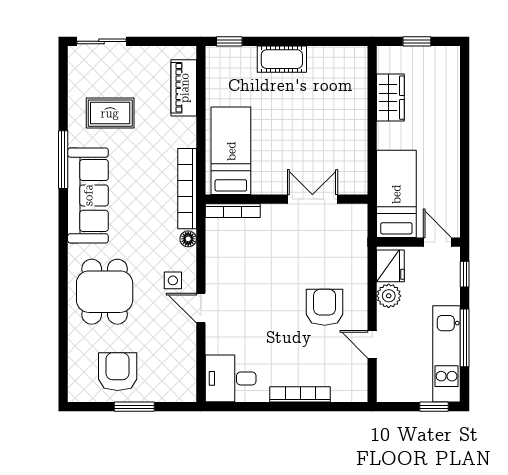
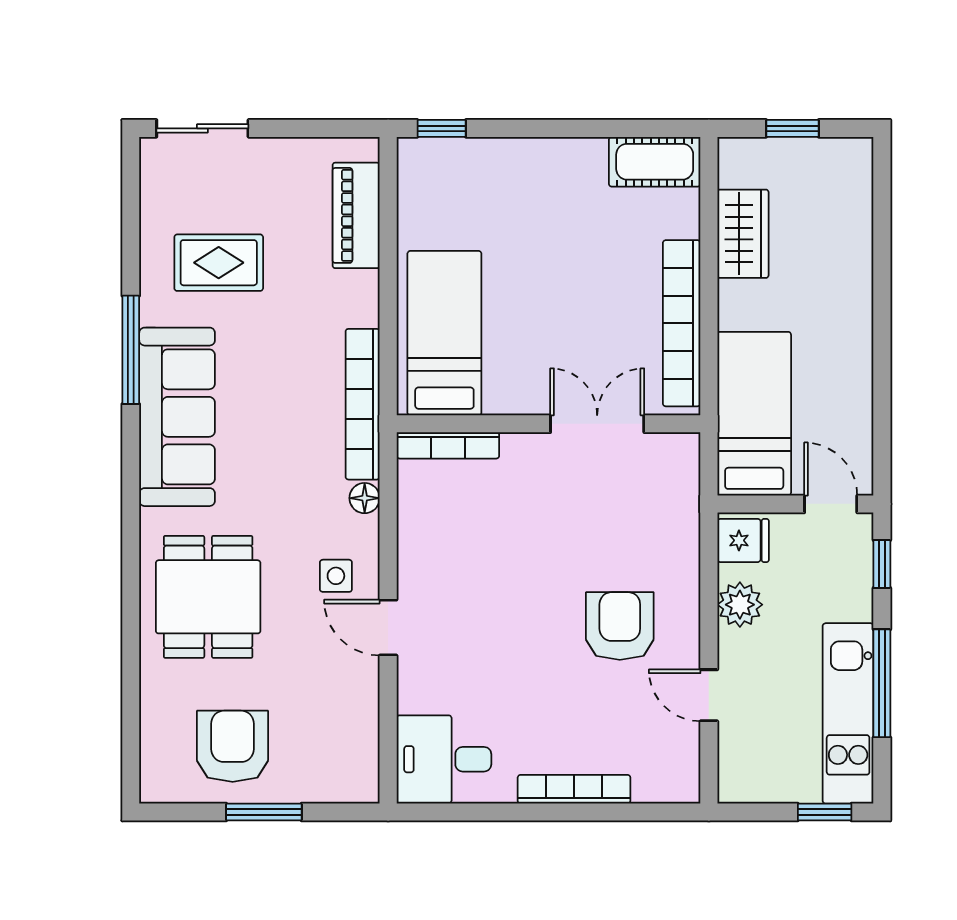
cot: (282, 59) -> (655, 162), moved
bookcase: (358, 145) -> (682, 323), added
fridge: (390, 266) -> (743, 540), width x0.72

